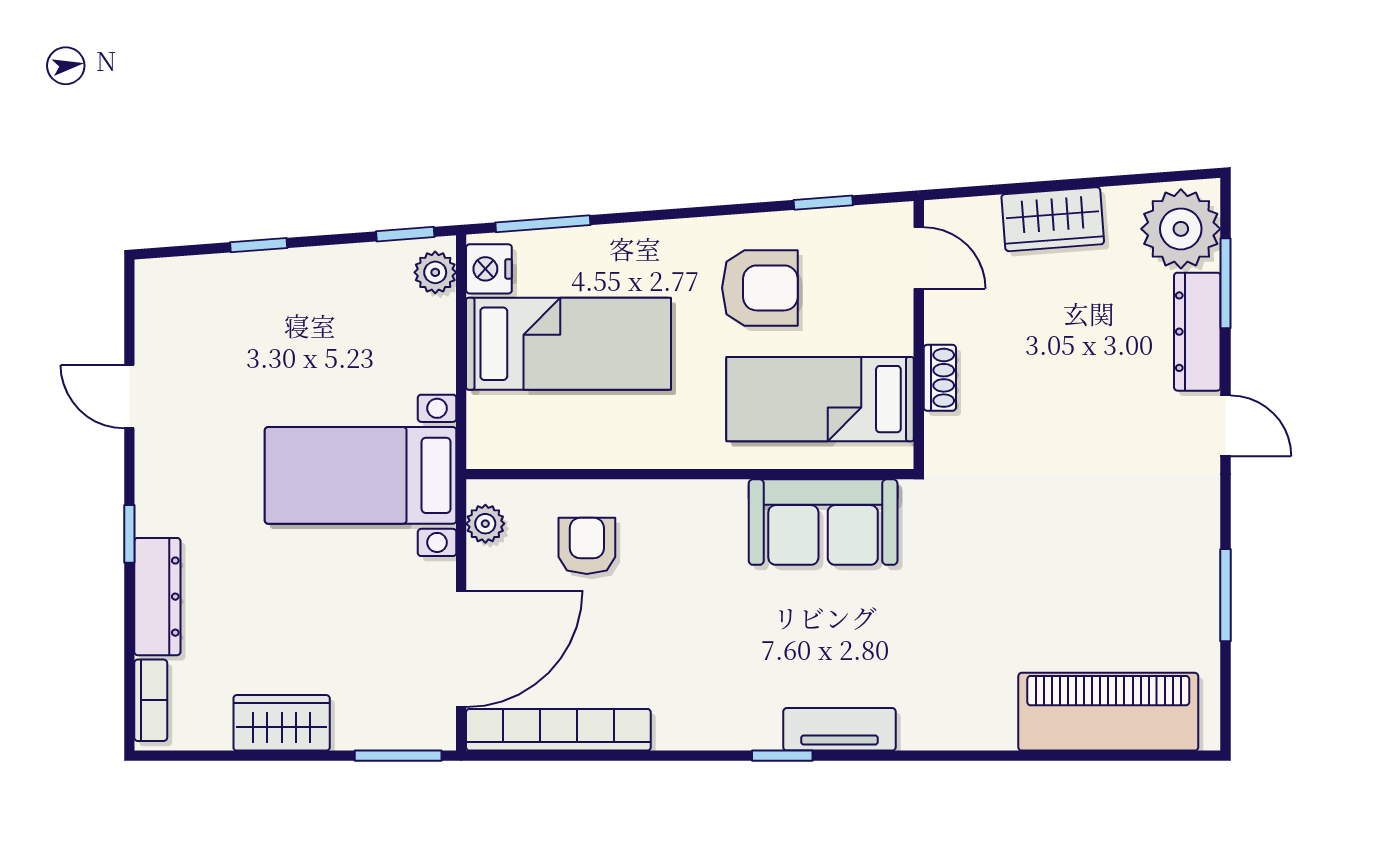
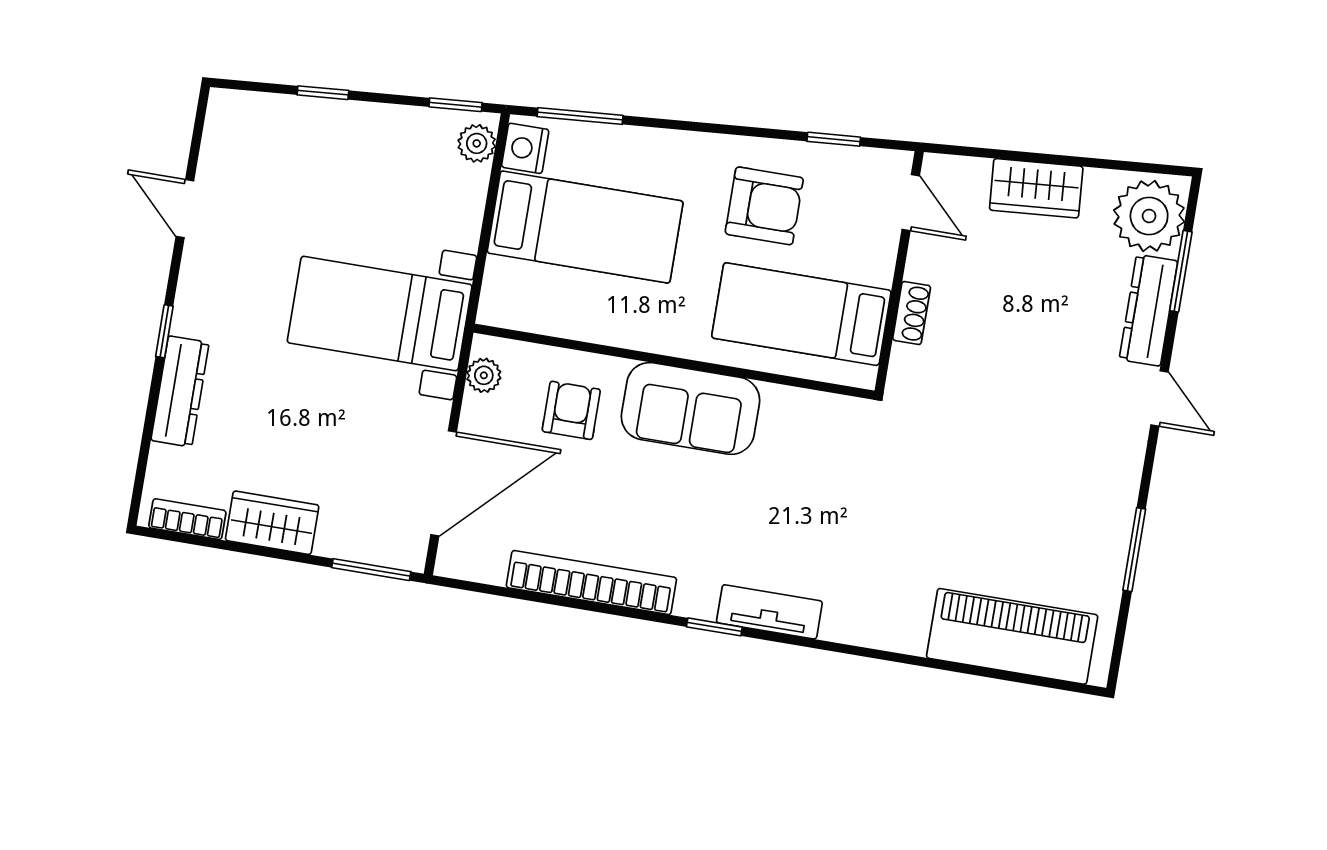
sofa: (823, 522) -> (690, 408), moved
bookcase: (151, 700) -> (187, 519), moved, turned -90
bookcase: (558, 730) -> (591, 583), moved

